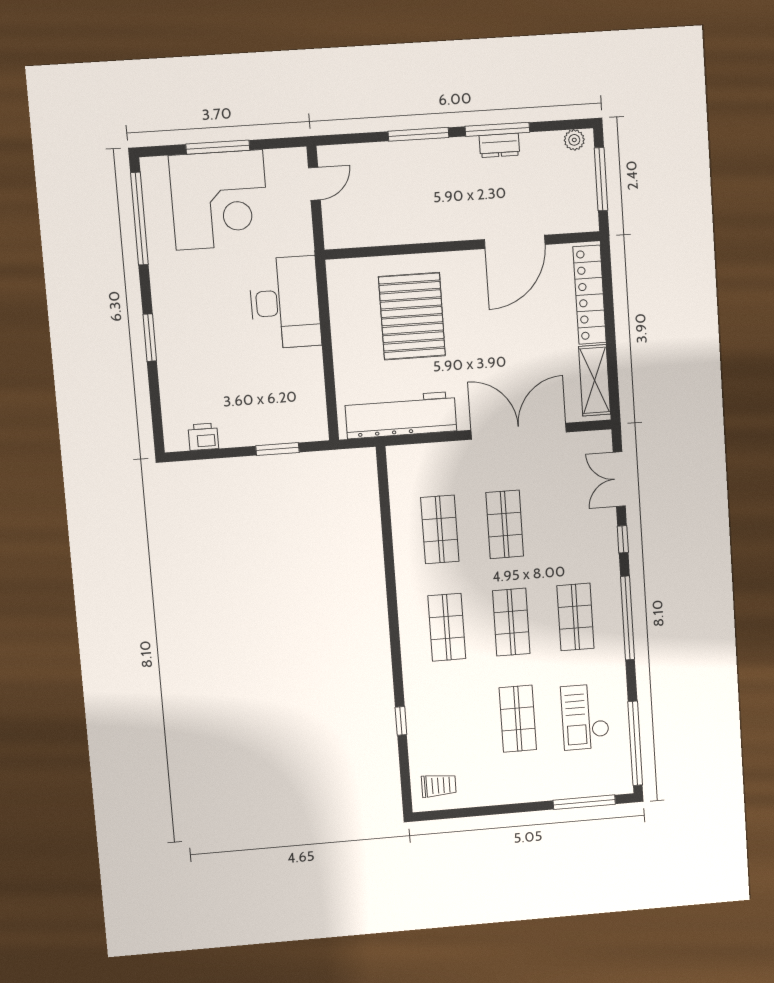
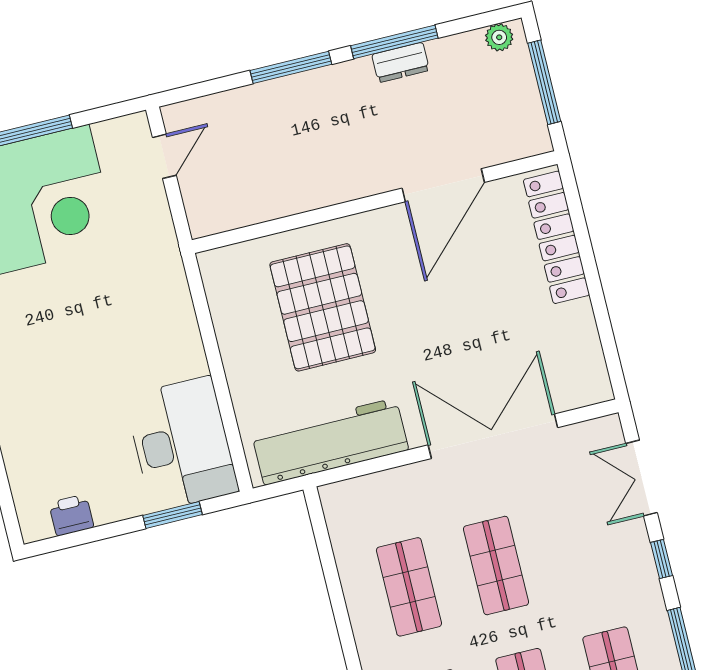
desk: (285, 303) -> (182, 444), moved
shelving: (595, 380) -> (584, 350), removed

